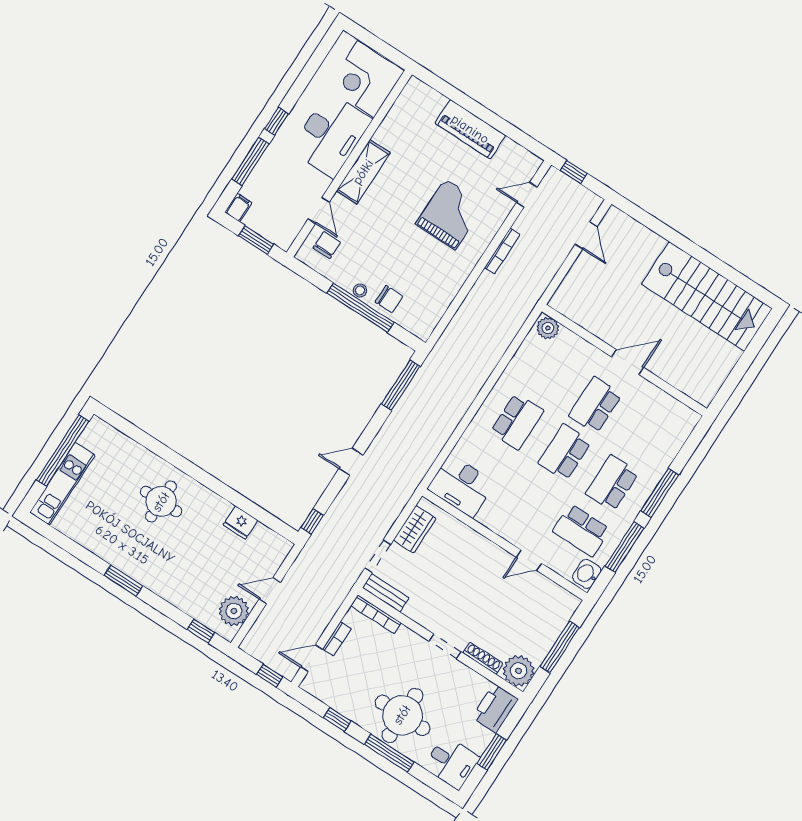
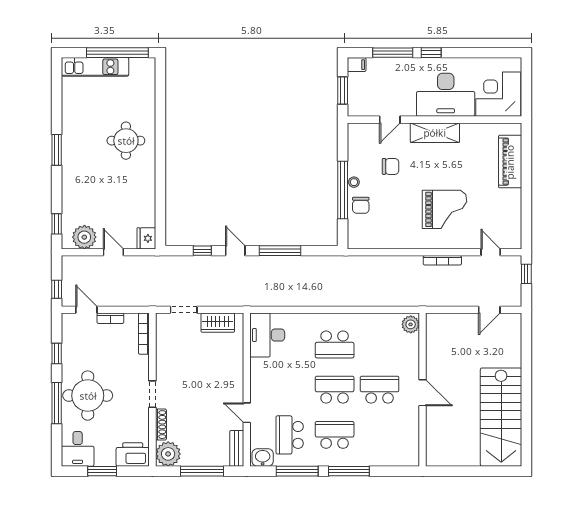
piano: (470, 129) -> (510, 162), moved
chair: (327, 245) -> (390, 166), moved
window: (401, 385) -> (280, 251), moved
window: (312, 521) -> (202, 251), moved
fridge: (240, 523) -> (146, 238), moved
bench: (386, 593) -> (237, 448), moved

